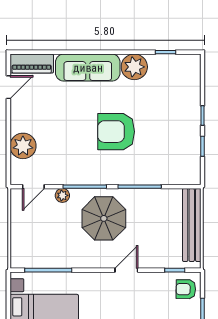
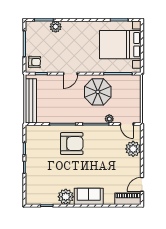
sofa: (88, 68) -> (89, 196), width x0.73
armchair: (116, 132) -> (72, 144), moved
door: (33, 187) -> (127, 124), swing flipped
parasol: (104, 218) -> (98, 92), moved

